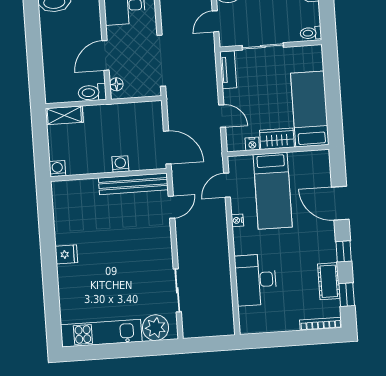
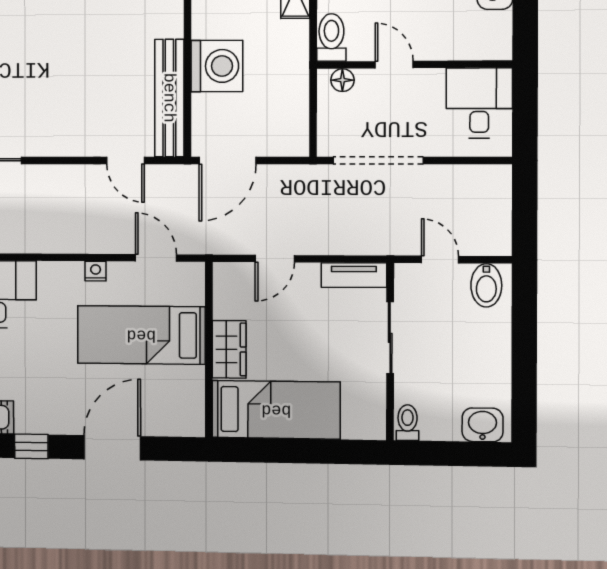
door: (106, 55) -> (394, 65), width x0.73
nightstand: (252, 144) -> (223, 307), removed
washing machine: (120, 164) -> (217, 66), width x1.89, depth x1.89

